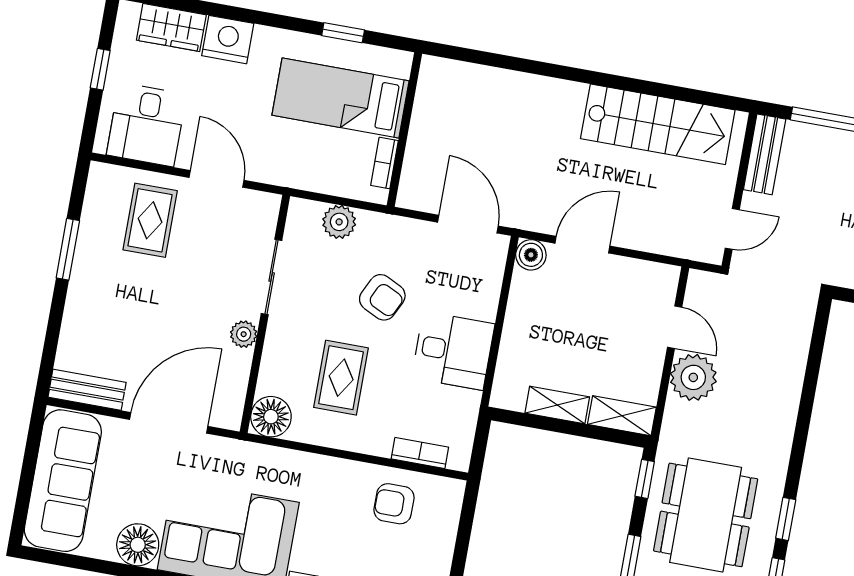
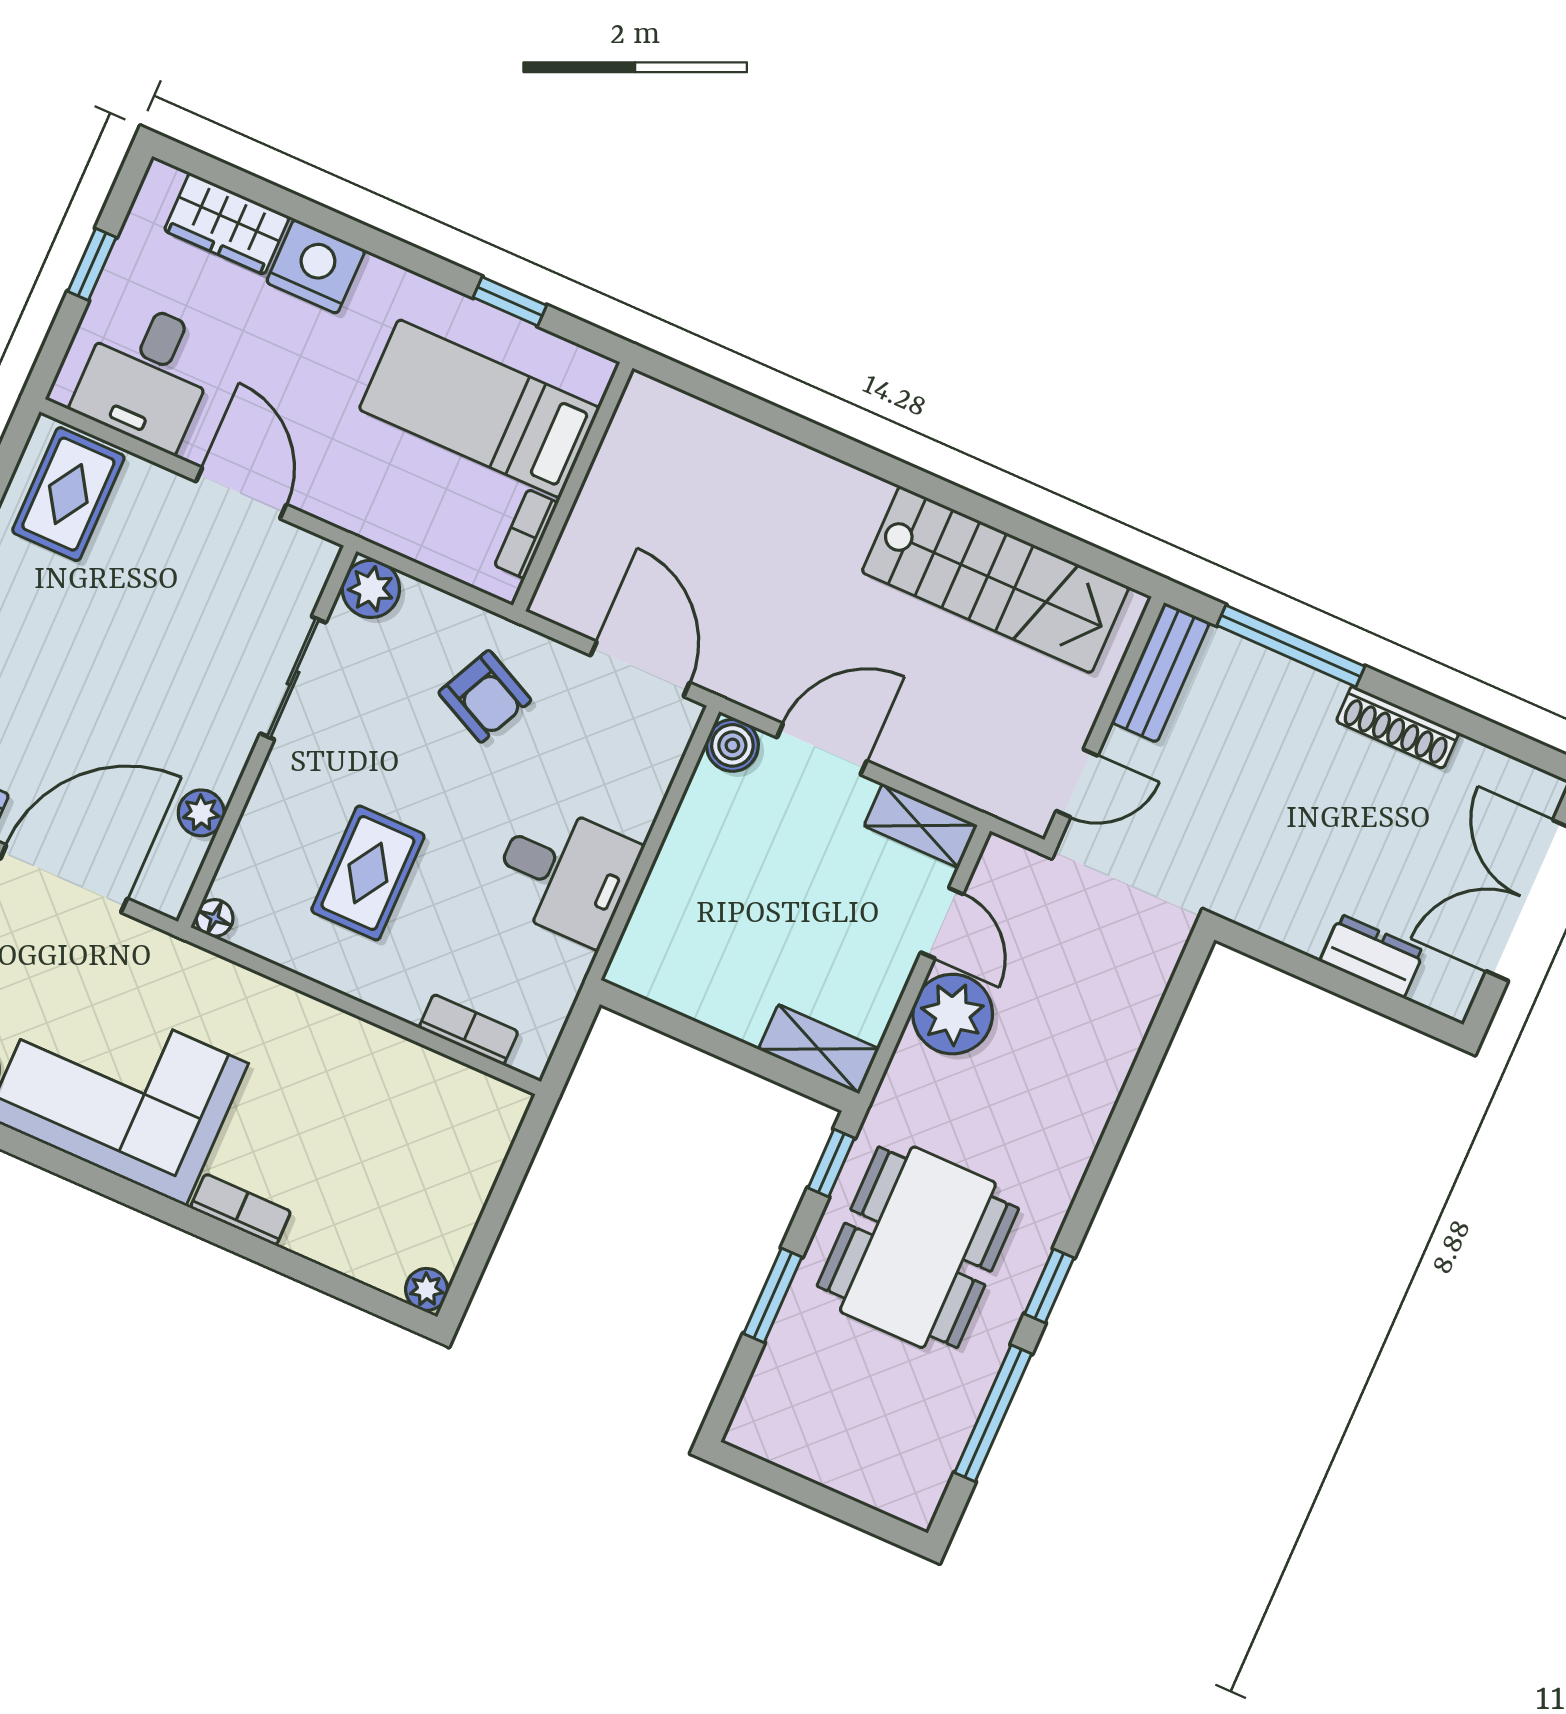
rug: (150, 220) -> (68, 494), moved
plant: (339, 222) -> (371, 589), moved
armchair: (382, 297) -> (485, 696), moved
plant: (244, 334) -> (201, 813), moved
shelving: (557, 405) -> (921, 826), moved
floor lamp: (271, 417) -> (215, 918), width x0.53, depth x0.53
armchair: (394, 504) -> (405, 1103), removed

